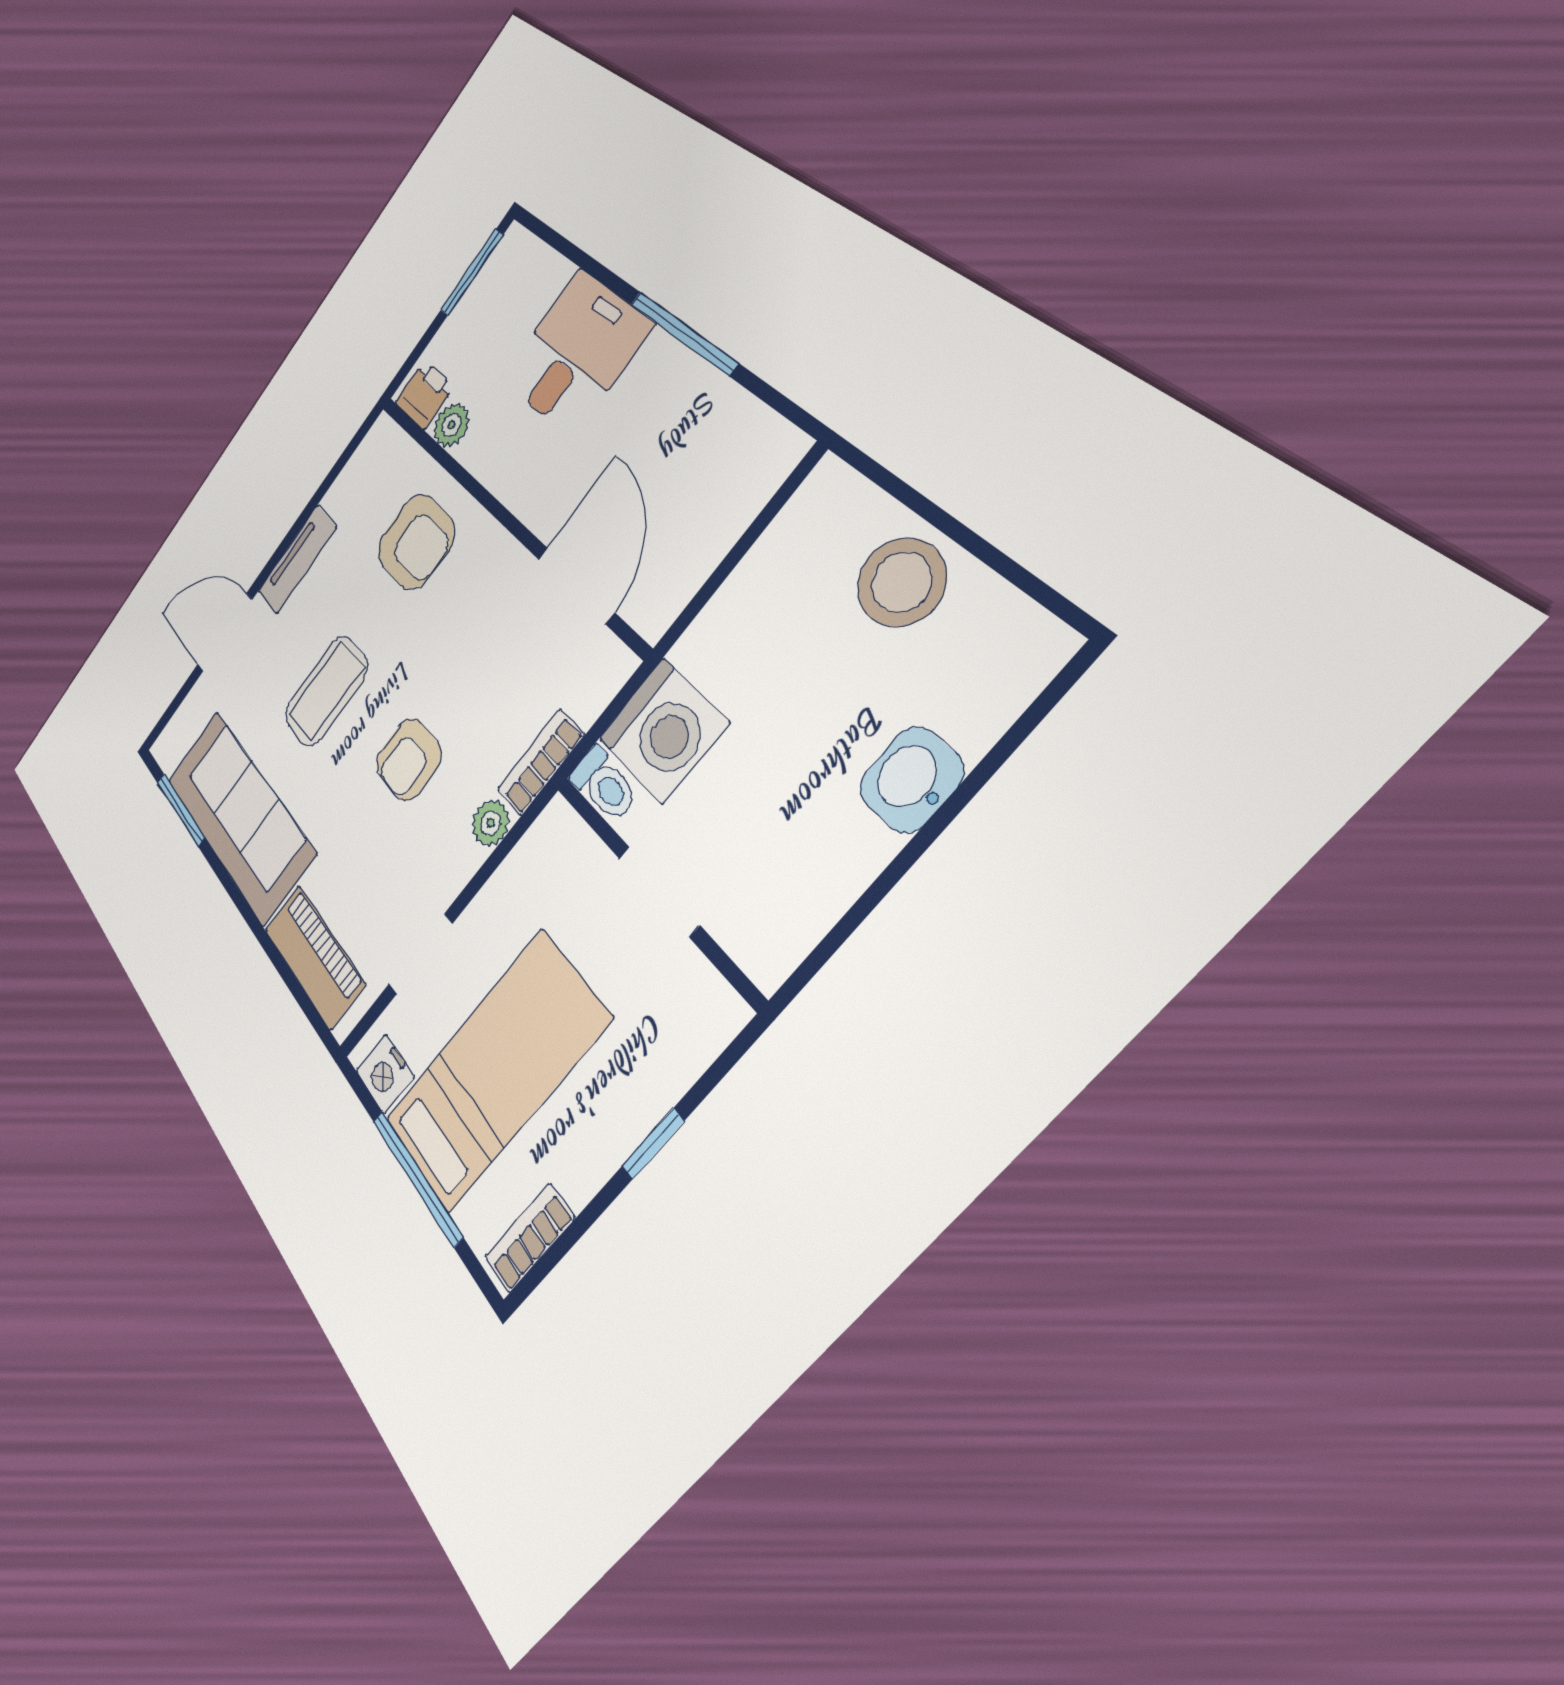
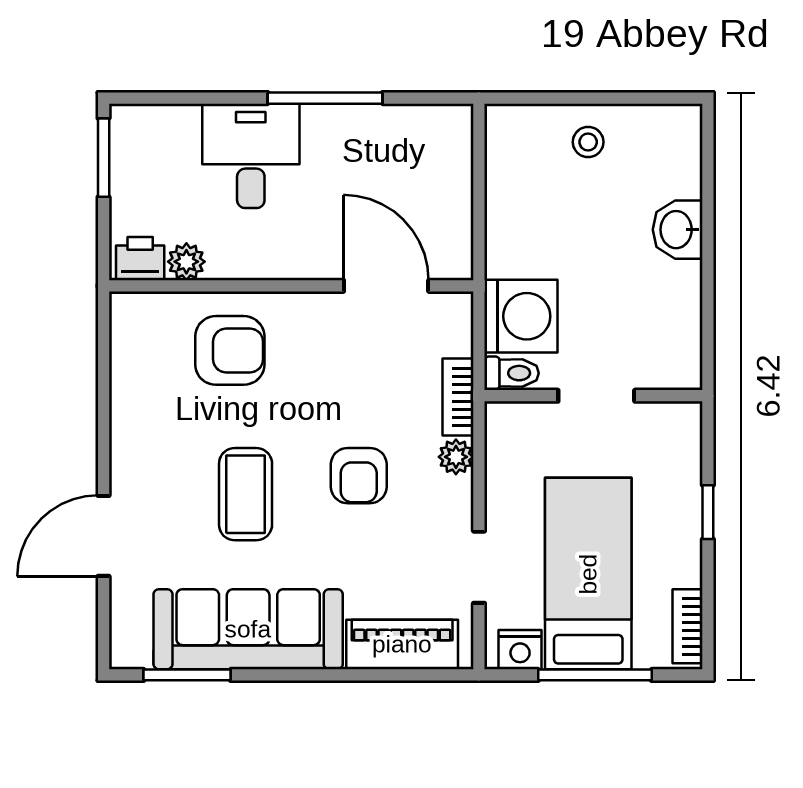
tv unit: (297, 560) -> (127, 439), removed
stool: (902, 582) -> (588, 142), width x0.53, depth x0.53

